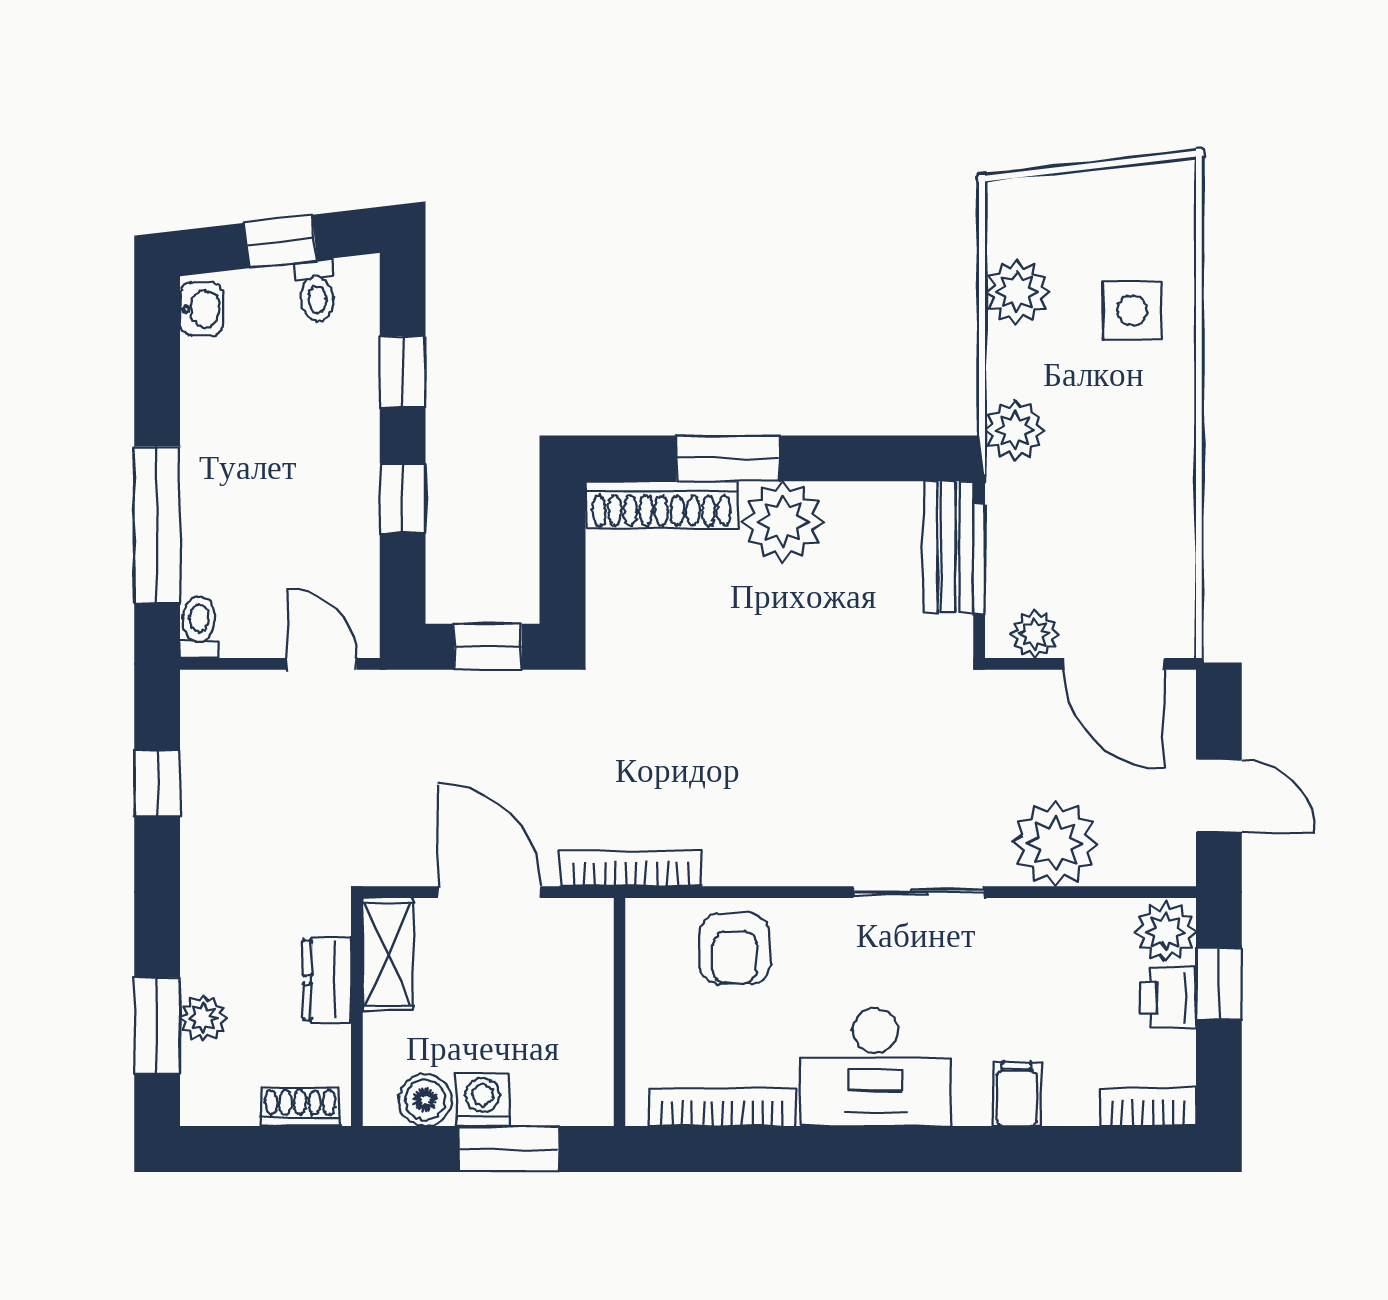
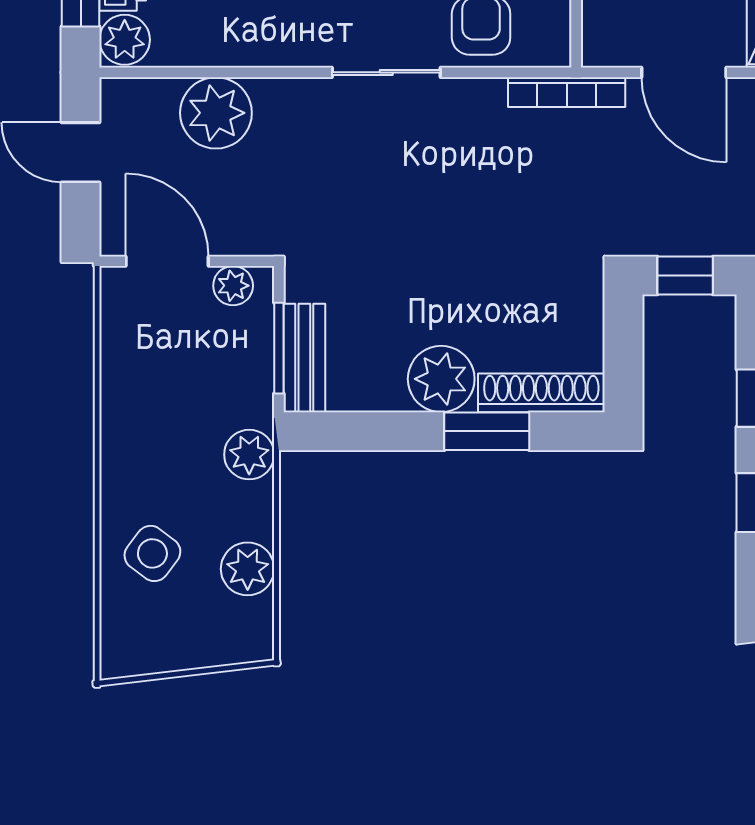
side table: (1132, 310) -> (152, 553), turned 37
sliding door: (919, 892) -> (386, 72), moved

